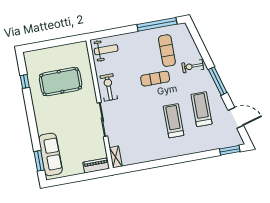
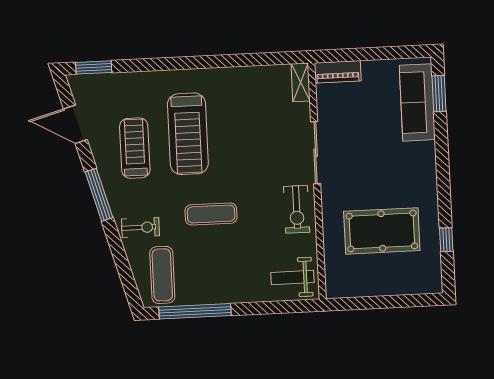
exercise mat: (167, 51) -> (162, 275), moved
treadmill: (202, 109) -> (135, 148), turned 180
treadmill: (174, 121) -> (188, 134), width x1.37, depth x1.38

